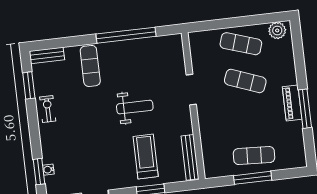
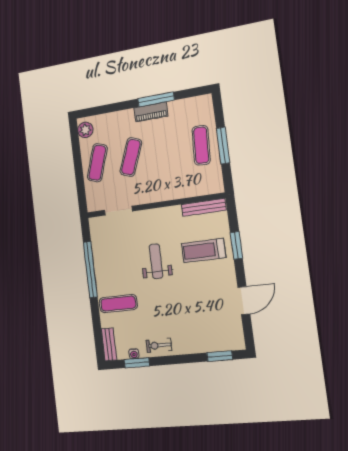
doorway: (191, 90) -> (118, 211), moved
water cooler: (48, 170) -> (134, 354), moved

